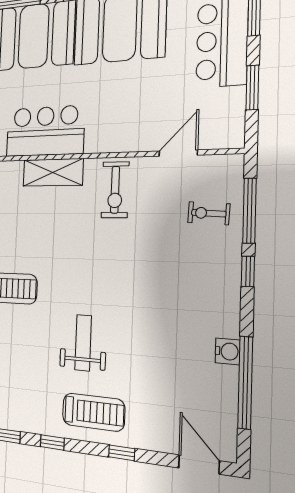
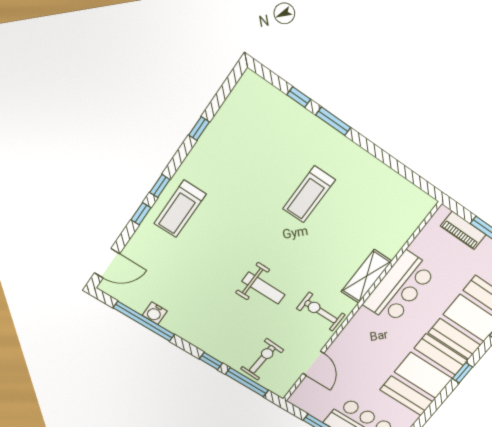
exercise bike: (209, 213) -> (262, 359), width x1.38, depth x1.39
weight bench: (83, 343) -> (263, 288), moved
water cooler: (228, 351) -> (155, 313), moved
window: (52, 442) -> (160, 186), moved

